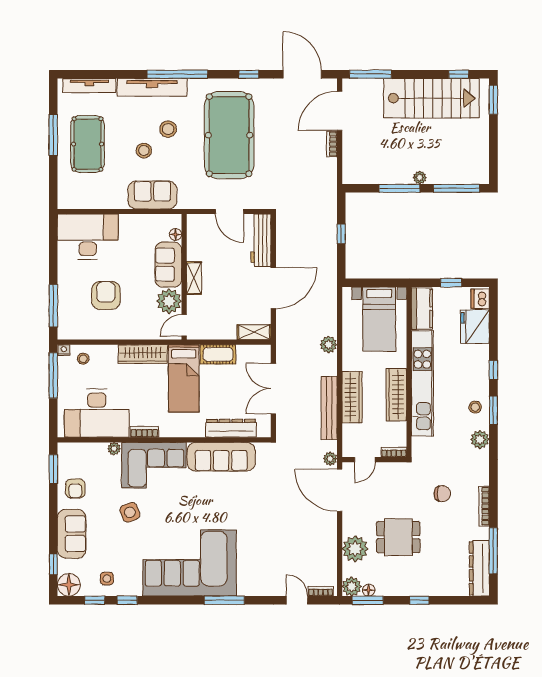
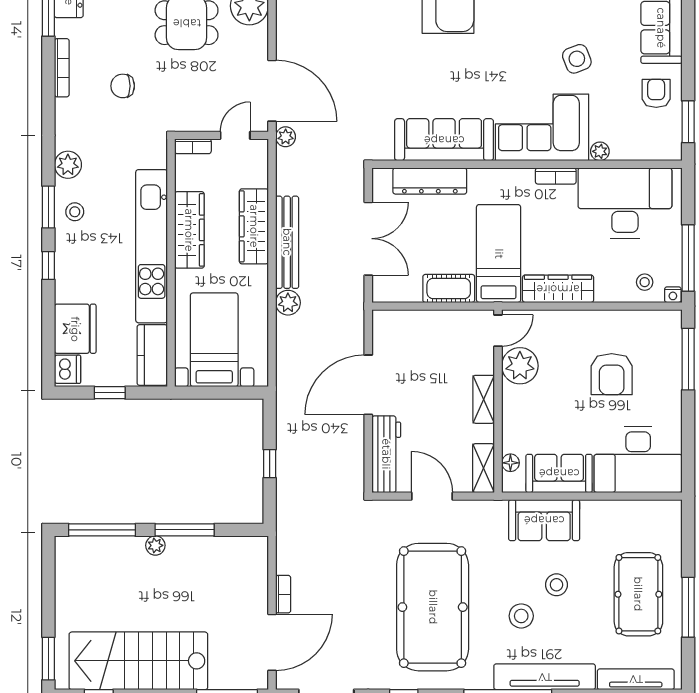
sofa: (168, 265) -> (559, 473), moved, turned -90
shelving: (254, 332) -> (483, 468), moved, turned 90
bench: (329, 408) -> (287, 242), moved

